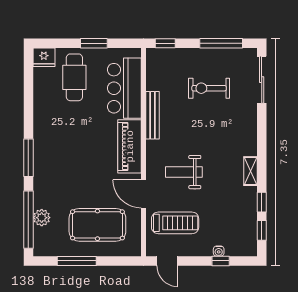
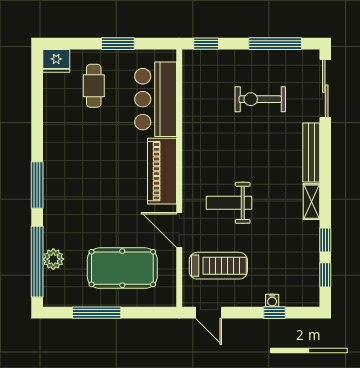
cafe table: (74, 77) -> (94, 86), width x0.73, depth x0.74
bench: (153, 115) -> (311, 153), moved

